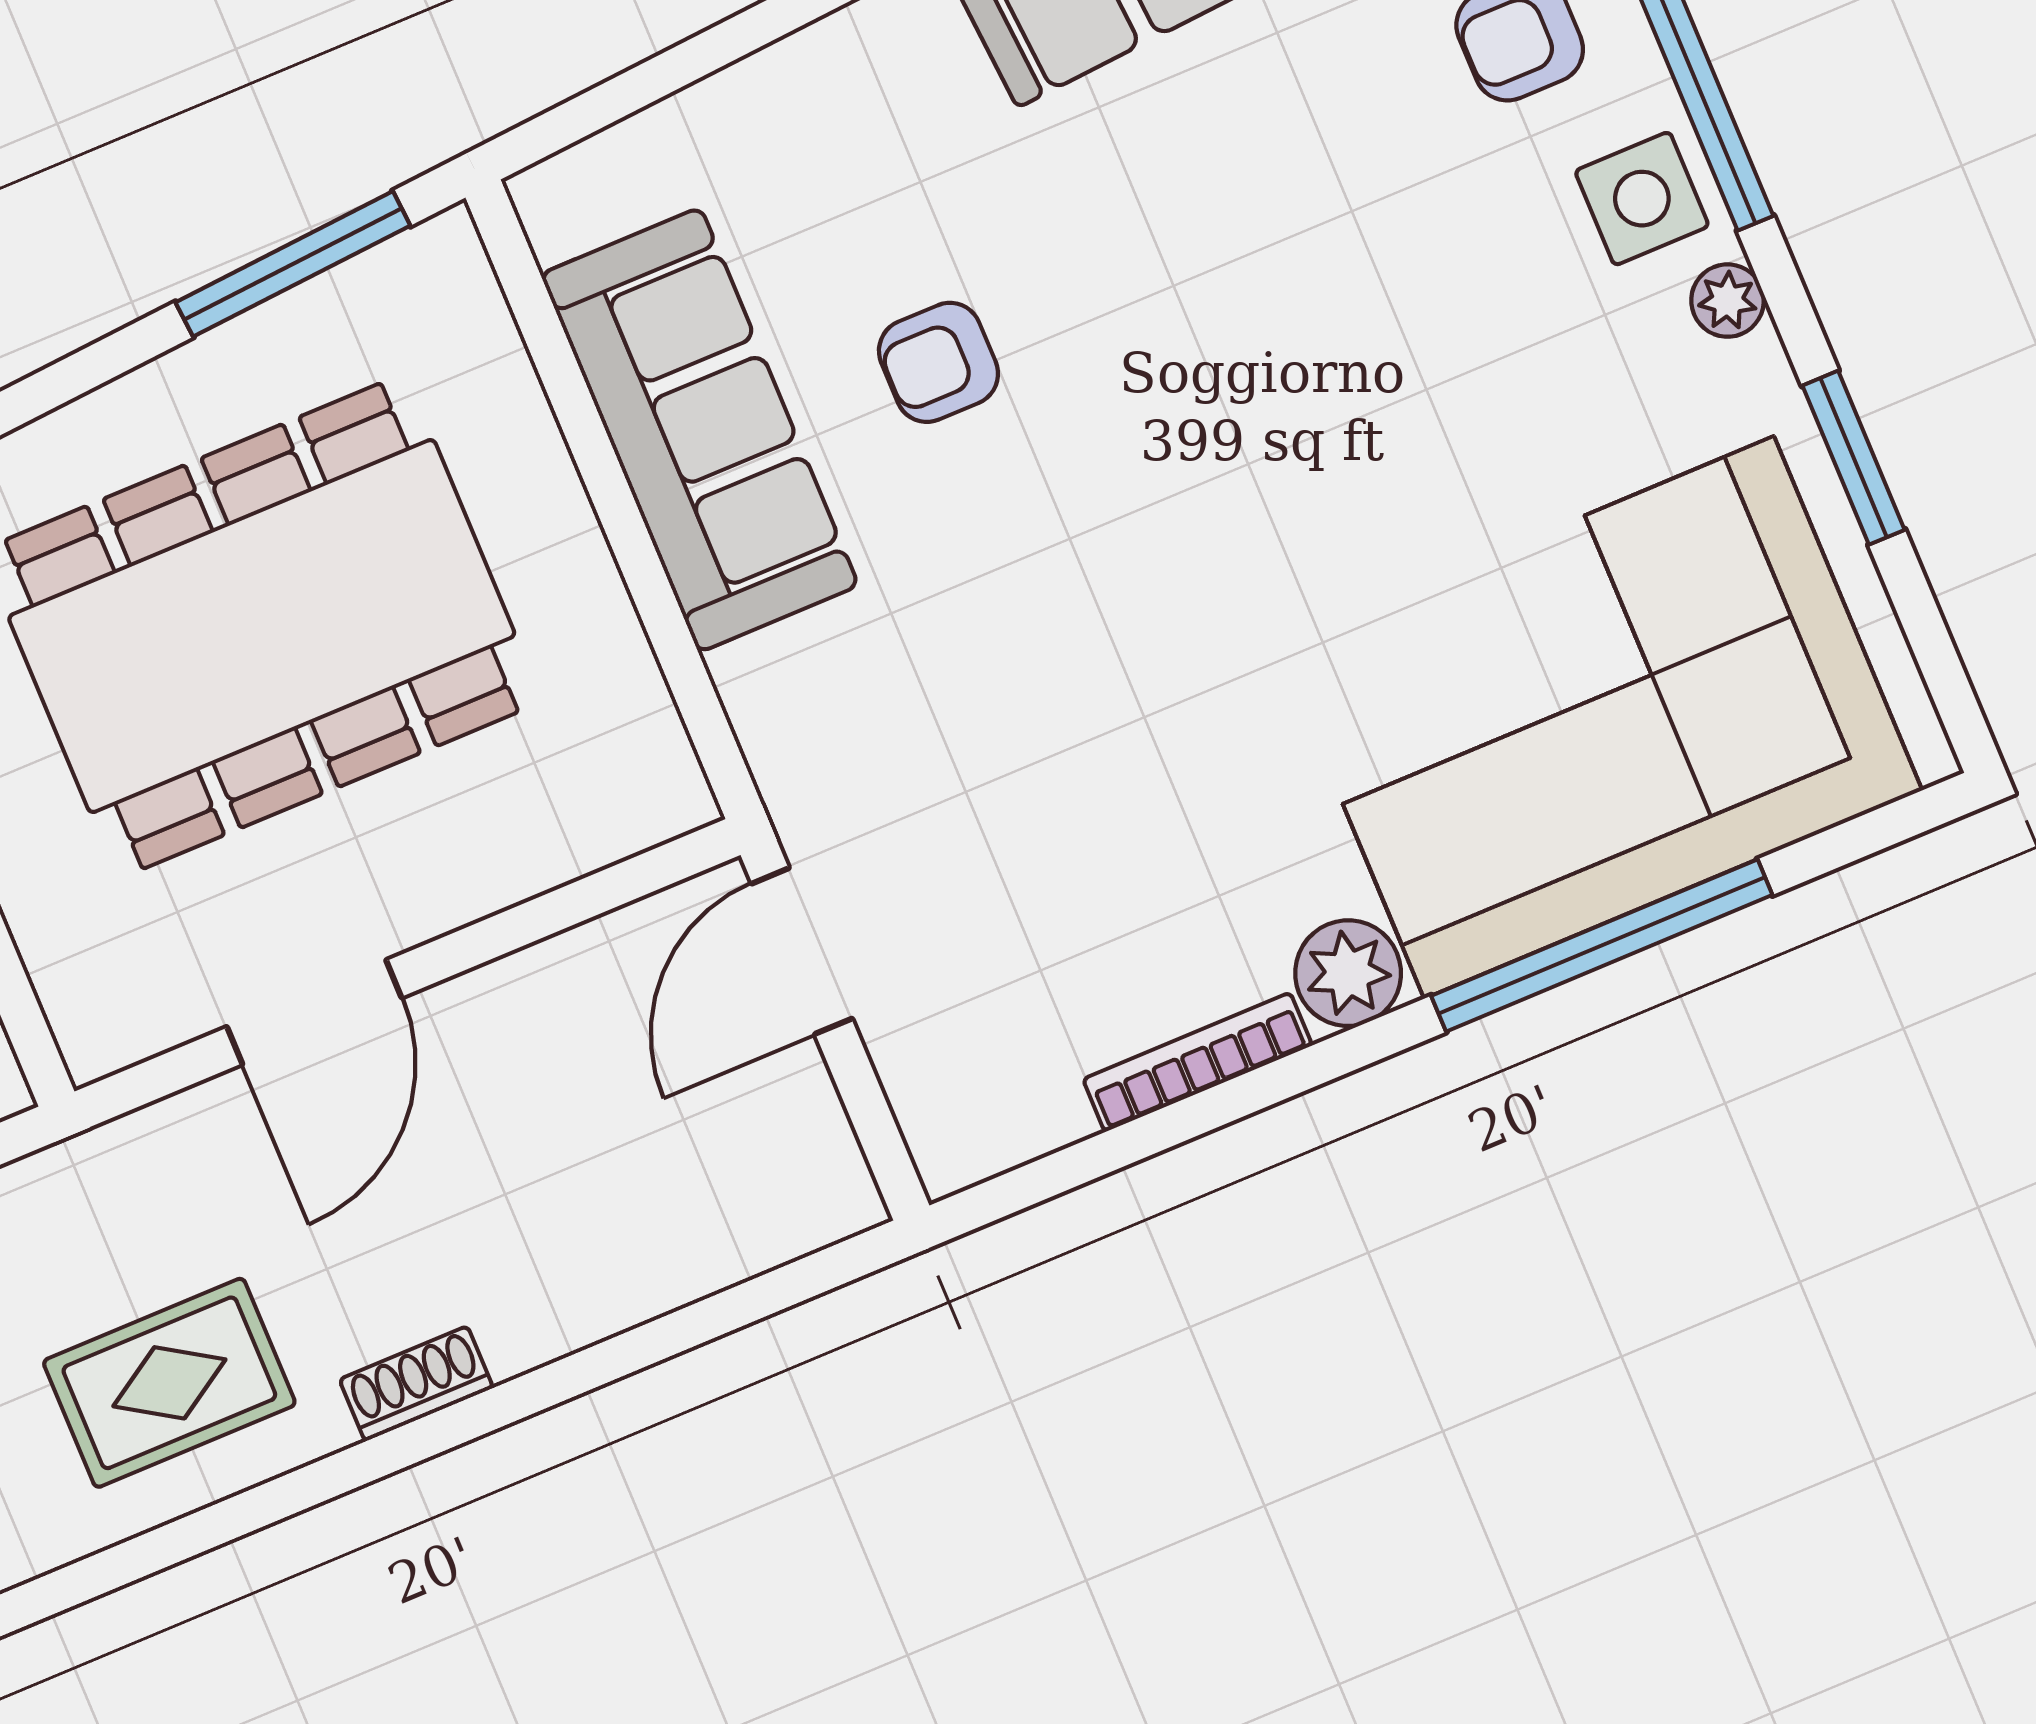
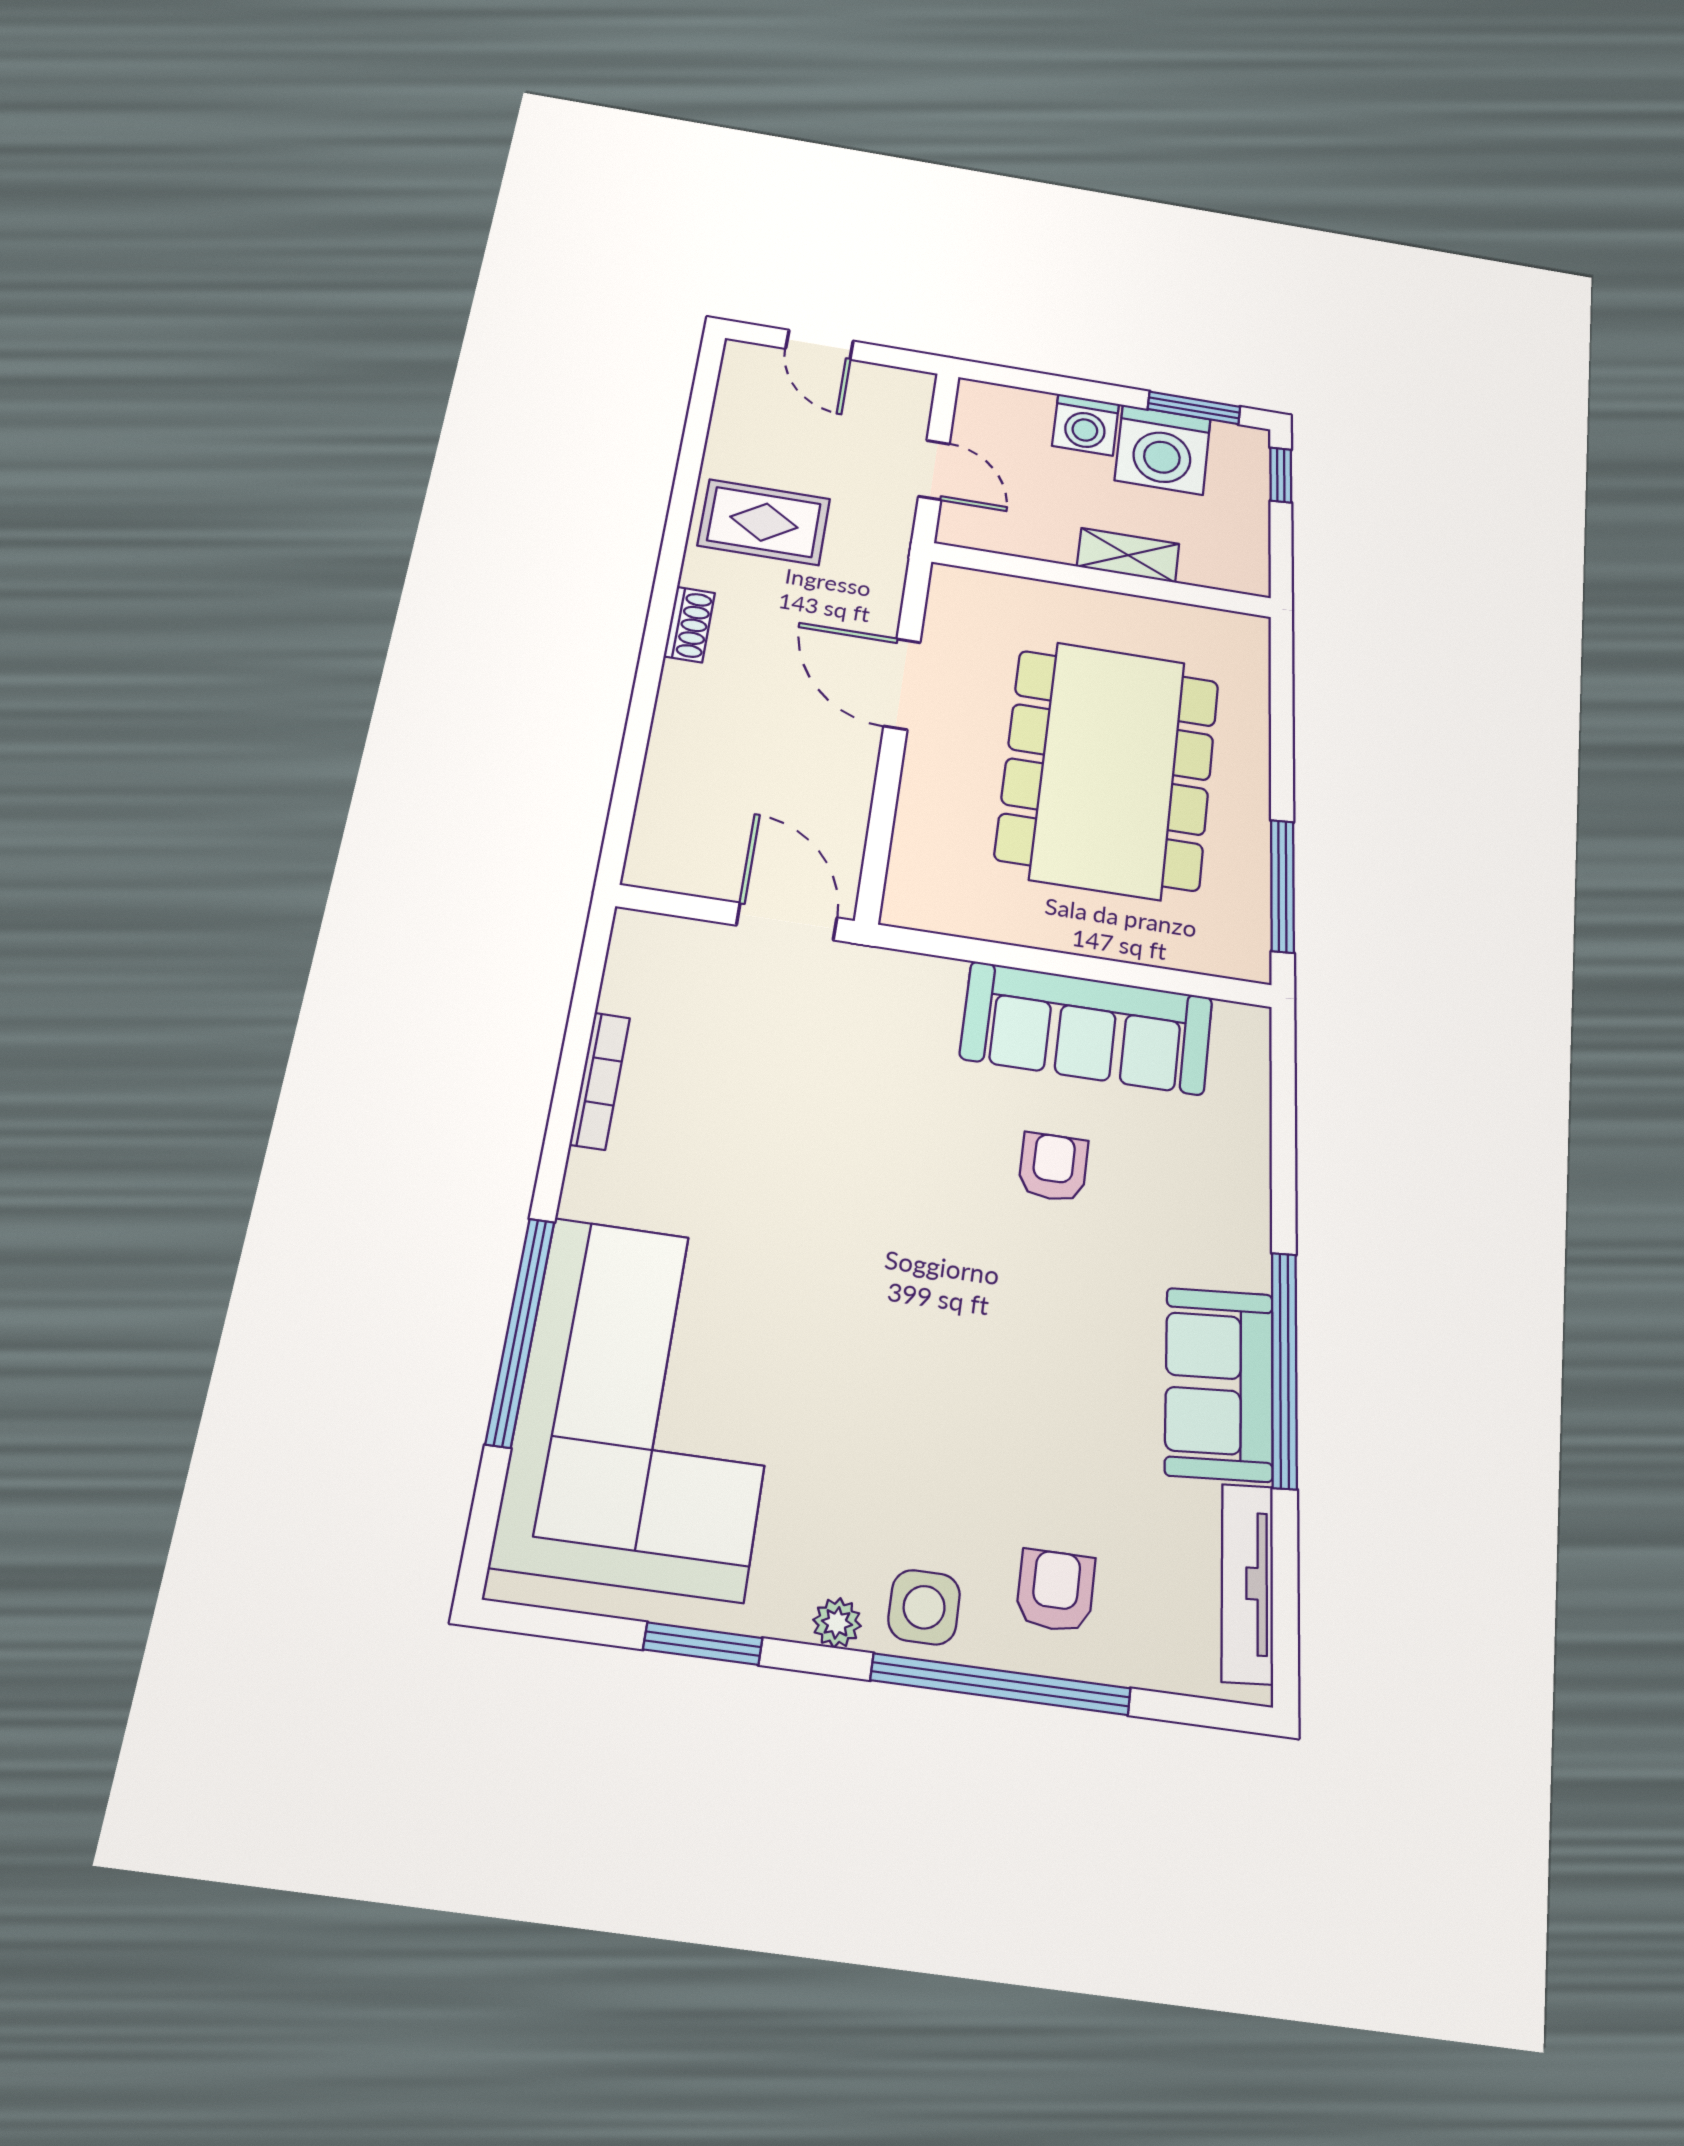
plant: (1348, 973) -> (595, 1186), removed
rug: (169, 1383) -> (764, 522), turned 90

